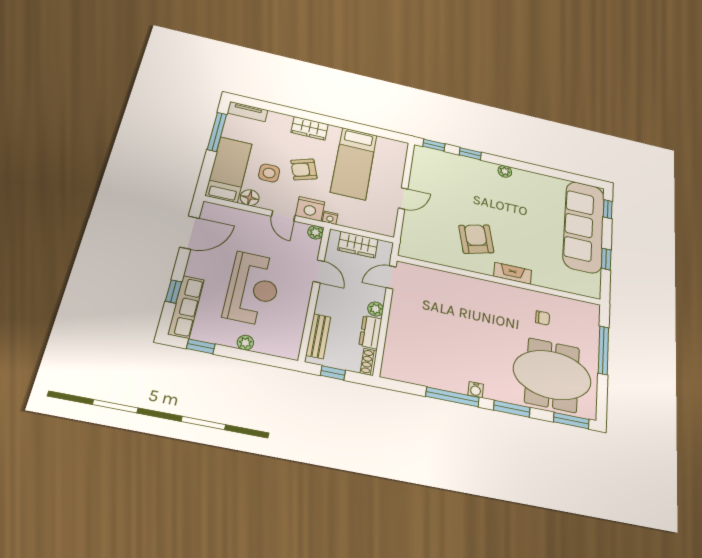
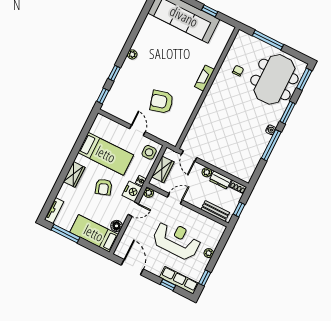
side table: (269, 173) -> (149, 152), moved
armchair: (476, 239) -> (162, 102), moved

